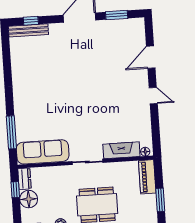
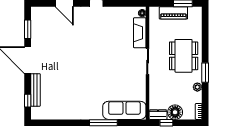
bench: (28, 30) -> (36, 90), moved
window: (11, 132) -> (103, 123), moved
sofa: (43, 152) -> (124, 110), moved, turned 90
piano: (147, 177) -> (173, 13), moved

